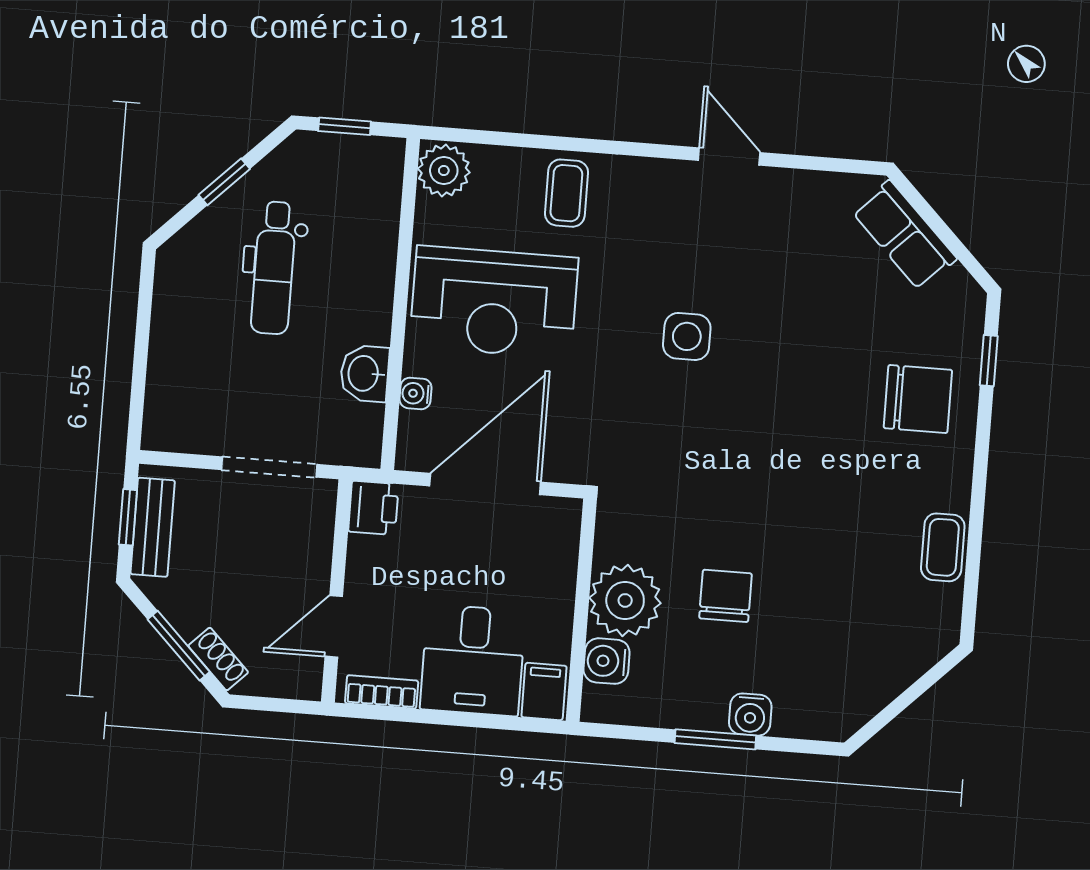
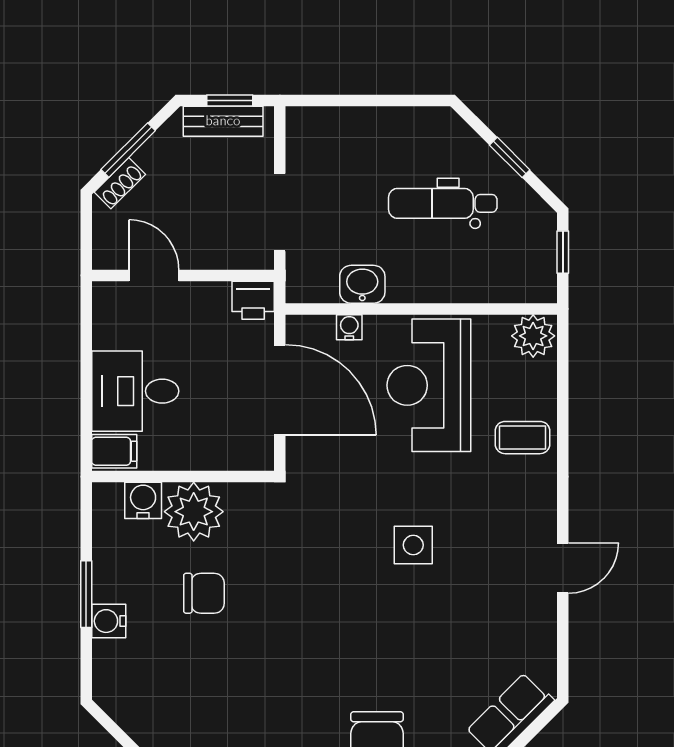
bookcase: (382, 692) -> (103, 319), removed

